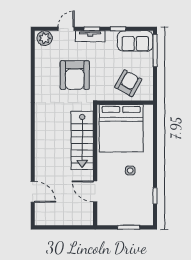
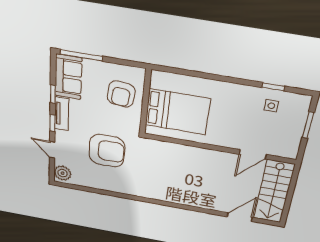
tv unit: (90, 36) -> (62, 114), moved
armchair: (128, 83) -> (121, 94), turned -113
bed: (121, 128) -> (177, 112), width x0.73
stairs: (82, 140) -> (274, 192), moved, turned 90
side table: (130, 170) -> (271, 106), moved

